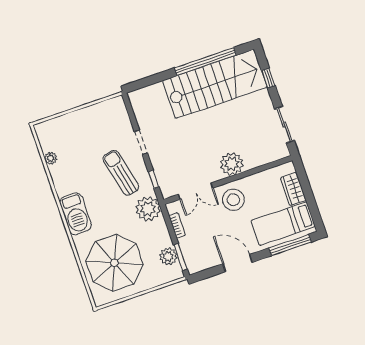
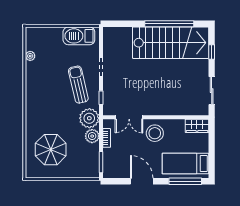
plant: (232, 164) -> (163, 106), removed
wardrobe: (293, 189) -> (197, 126), moved, turned -90
barbecue: (76, 214) -> (79, 36), moved, turned 90
plant: (168, 256) -> (92, 136), moved
parasol: (114, 263) -> (51, 150), width x0.73, depth x0.73

